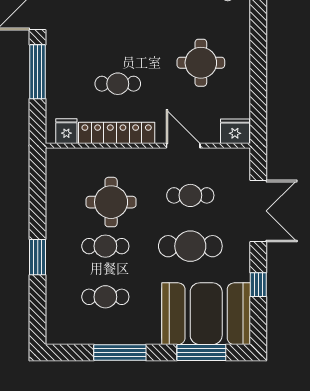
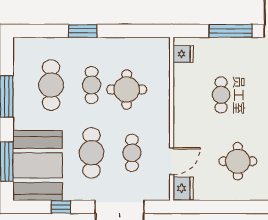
locker: (117, 133) -> (182, 94), removed
door: (183, 146) -> (172, 161), moved
cafe table: (105, 297) -> (51, 85), width x1.37, depth x1.35

